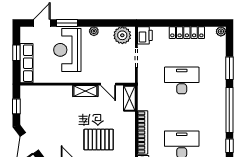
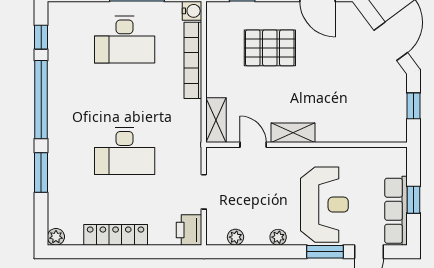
plant: (122, 35) -> (236, 237), width x0.53, depth x0.53
row of seats: (26, 63) -> (396, 211), moved

